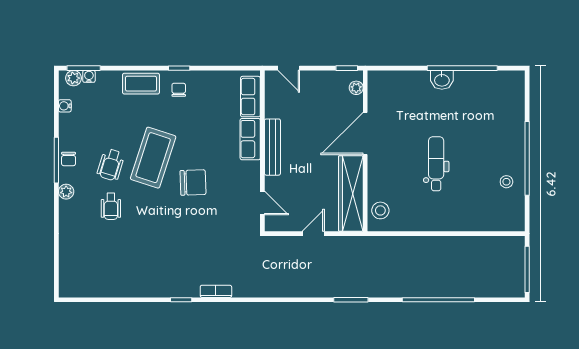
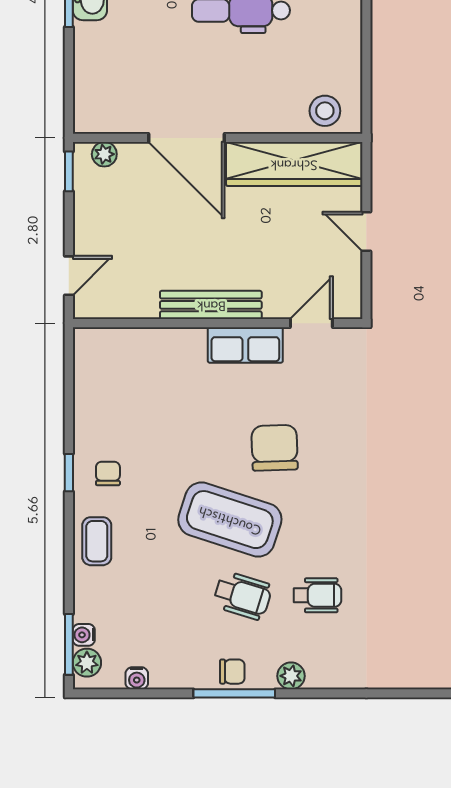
coffee table: (141, 84) -> (97, 541), width x0.73, depth x0.77
chair: (179, 90) -> (108, 473), turned 90
row of seats: (250, 97) -> (120, 345), removed
row of seats: (250, 139) -> (245, 345), moved

